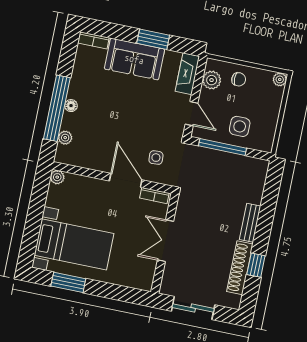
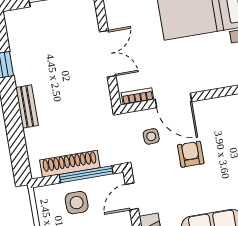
door: (192, 114) -> (132, 196), hinge flipped
armchair: (129, 130) -> (191, 154), added
shoe rack: (240, 268) -> (70, 164), moved, turned -90

